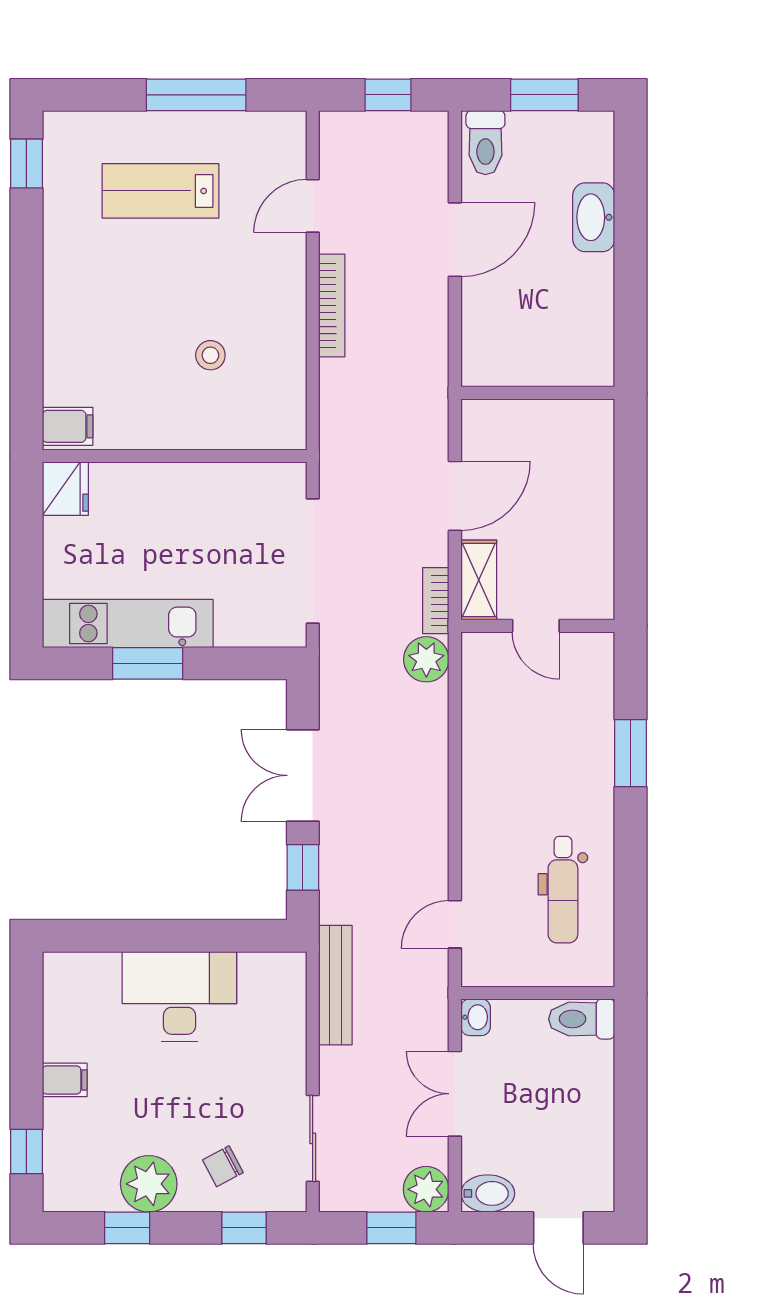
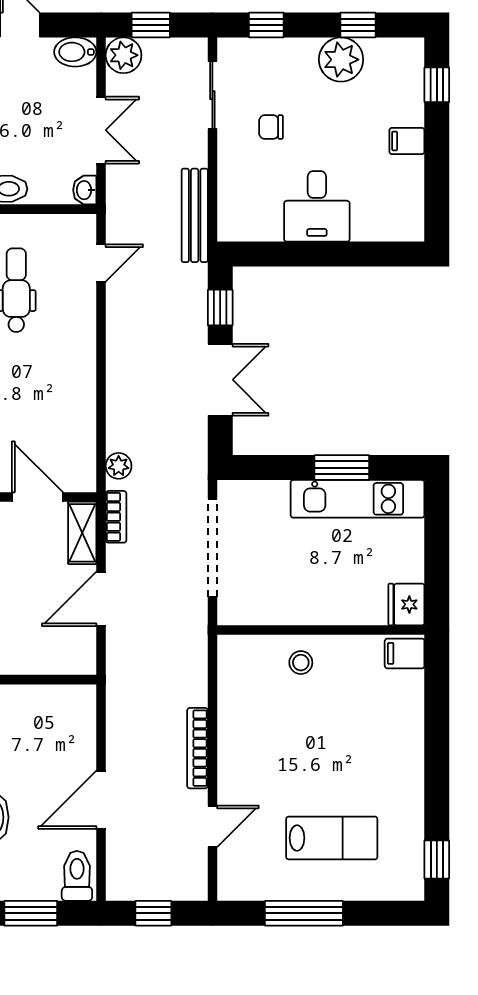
stool: (210, 355) -> (301, 663), moved
door: (536, 626) -> (37, 497), width x1.38
plant: (426, 659) -> (119, 466), width x0.73, depth x0.73
desk: (179, 997) -> (317, 206), width x0.73
chair: (223, 1166) -> (271, 127), moved, turned -152

